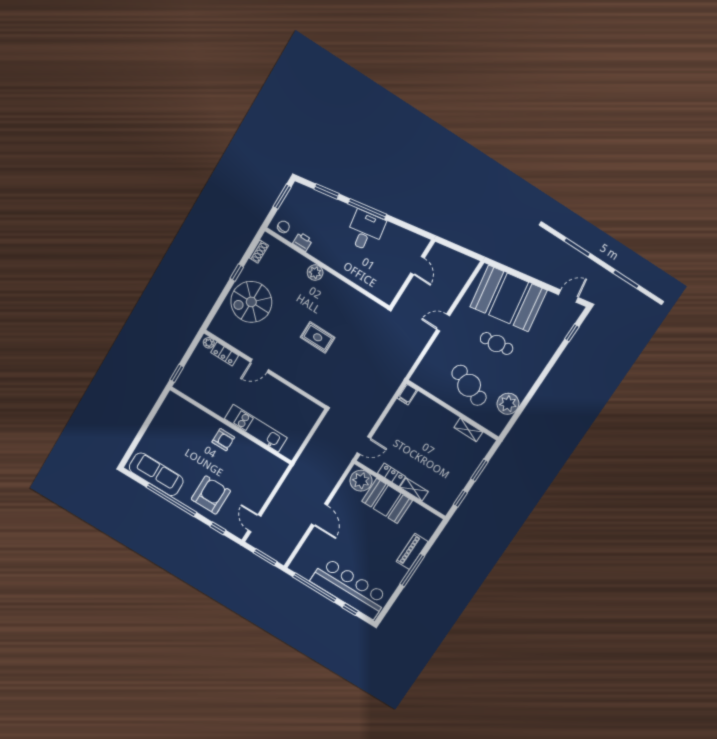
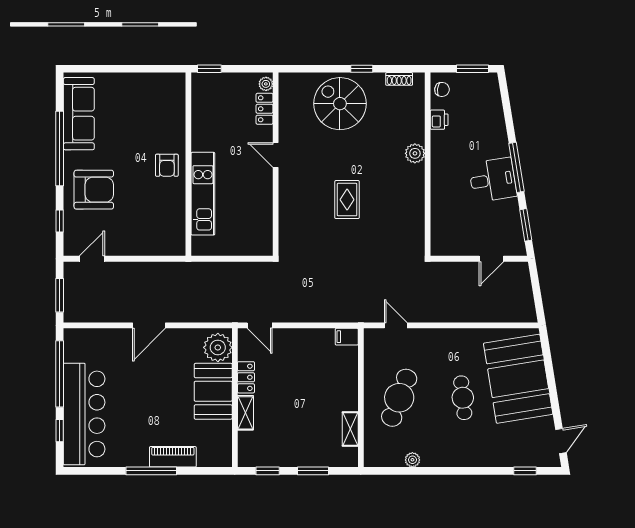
window: (326, 191) -> (526, 225), moved
door: (568, 296) -> (561, 441), hinge flipped
door: (443, 323) -> (396, 325), moved
plant: (508, 404) -> (412, 460), width x0.53, depth x0.53

